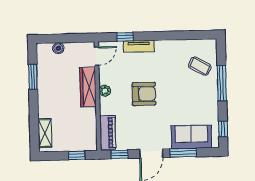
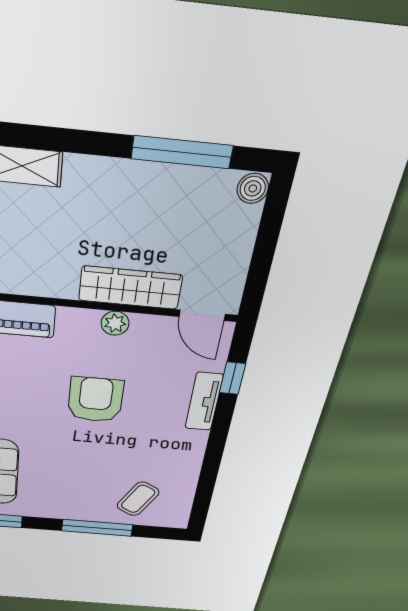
boiler: (58, 48) -> (253, 188), moved
window: (33, 77) -> (182, 152), width x1.44
armchair: (144, 94) -> (95, 400), turned 180

